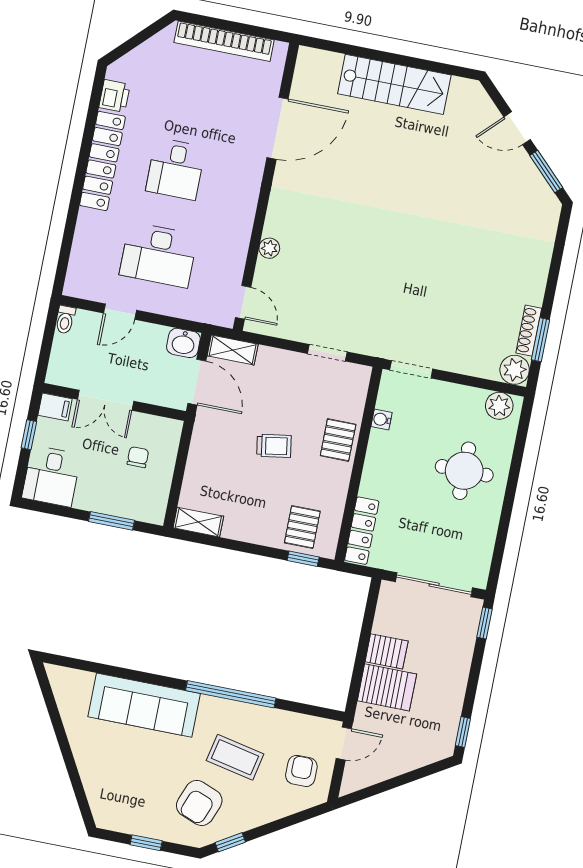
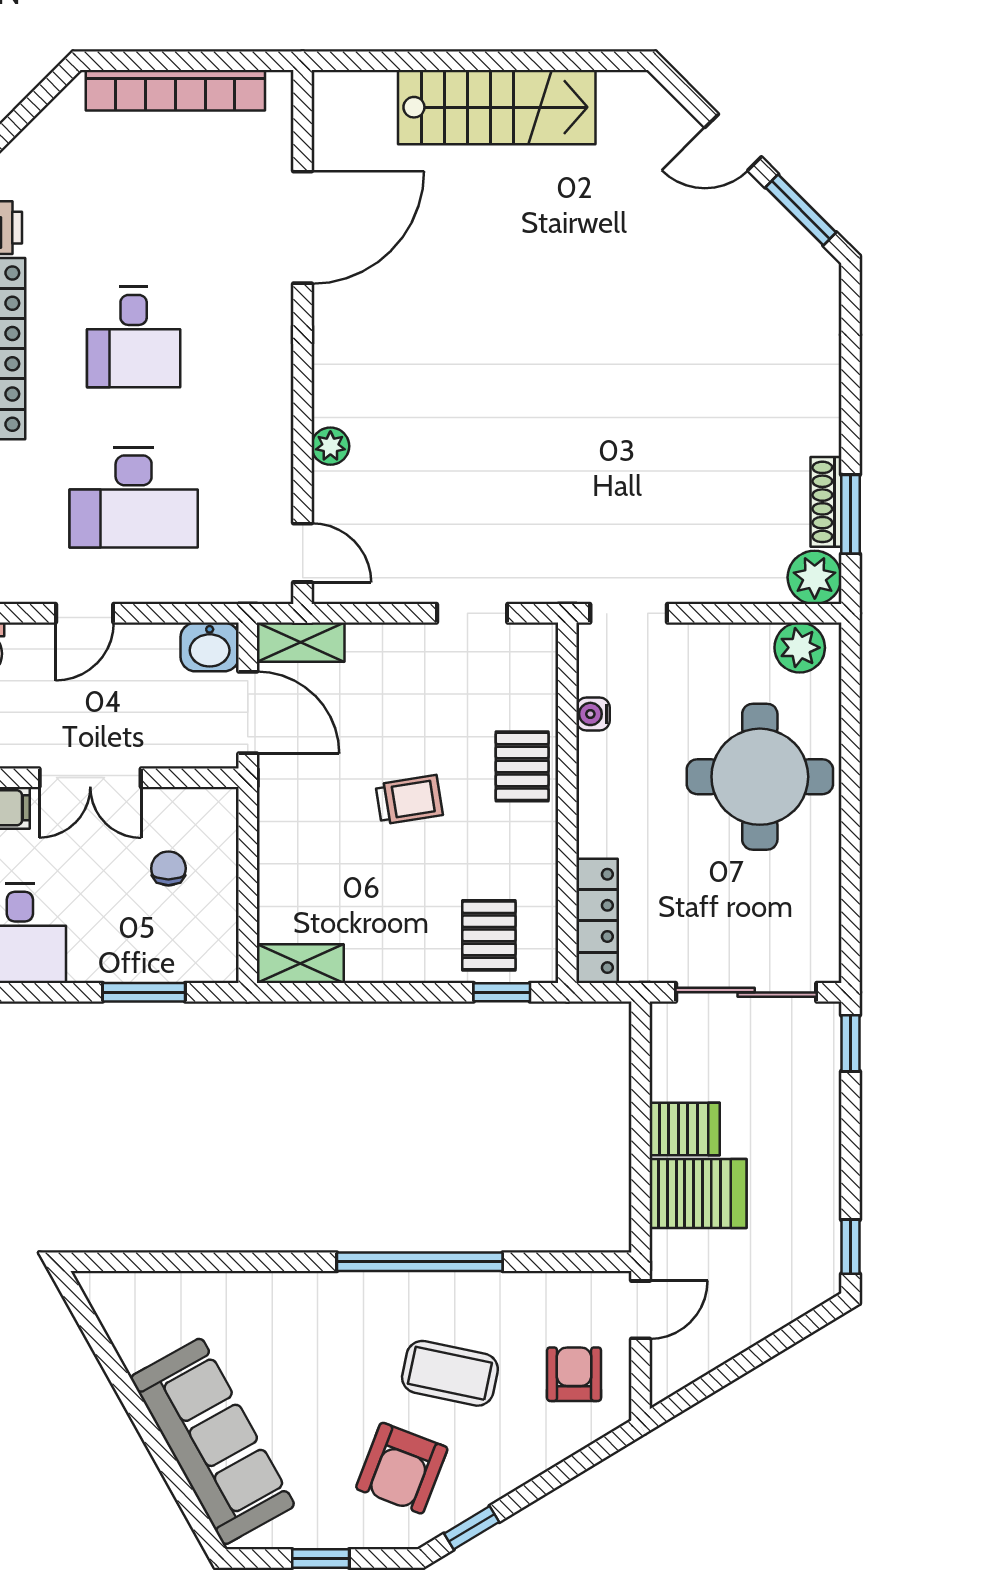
round table: (464, 471) -> (760, 777), width x1.36, depth x1.36
sofa: (144, 705) -> (213, 1441), moved, turned -119

